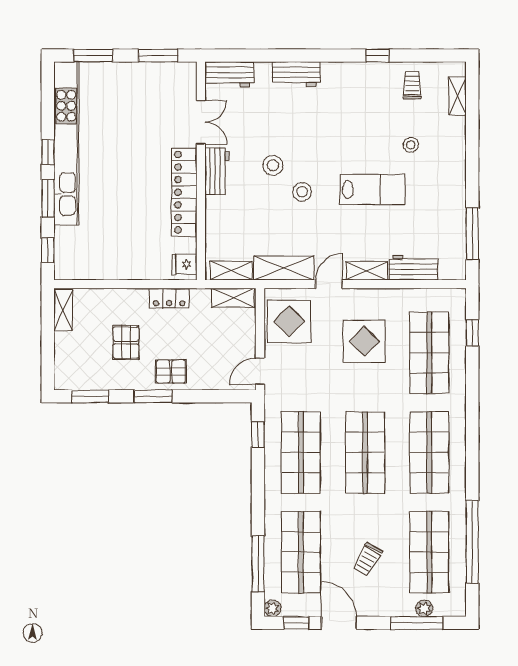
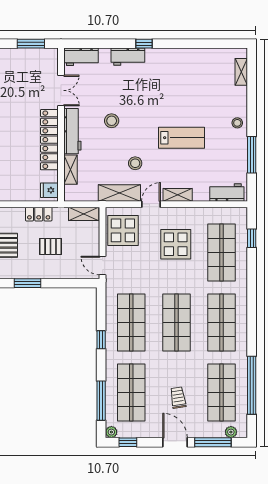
window: (378, 56) -> (144, 44), moved
trolley: (412, 85) -> (209, 65), removed
stool: (411, 145) -> (237, 123), moved
workbench: (217, 171) -> (72, 131), width x1.38
stool: (302, 192) -> (135, 163), moved
window: (472, 234) -> (252, 155), moved
workbench: (413, 267) -> (227, 193), moved
shelving: (231, 271) -> (70, 170), moved, turned 90
door: (260, 371) -> (103, 266), hinge flipped
pallet: (171, 372) -> (51, 246), moved
window: (258, 435) -> (101, 340), moved
trolley: (367, 559) -> (178, 398), turned 141
plant: (424, 608) -> (231, 432), moved
door: (339, 623) -> (175, 442), moved

